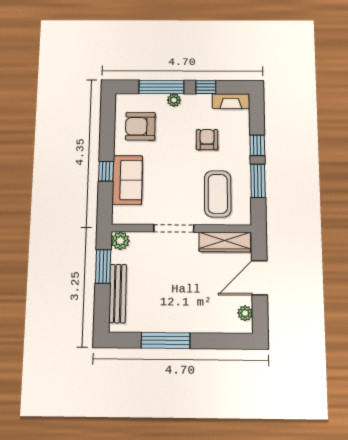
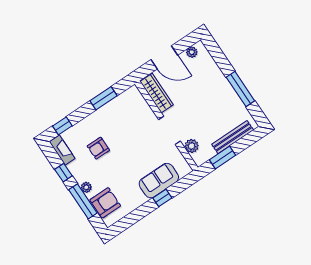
armchair: (140, 126) -> (105, 203), moved, turned -90
window: (257, 145) -> (62, 126), moved
coffee table: (218, 194) -> (129, 118), removed
plant: (120, 241) -> (192, 146), moved

